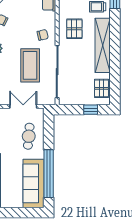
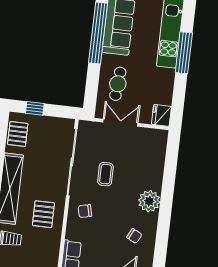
coffee table: (30, 65) -> (105, 174), width x0.54, depth x0.58
double door: (23, 106) -> (120, 123), swing flipped

